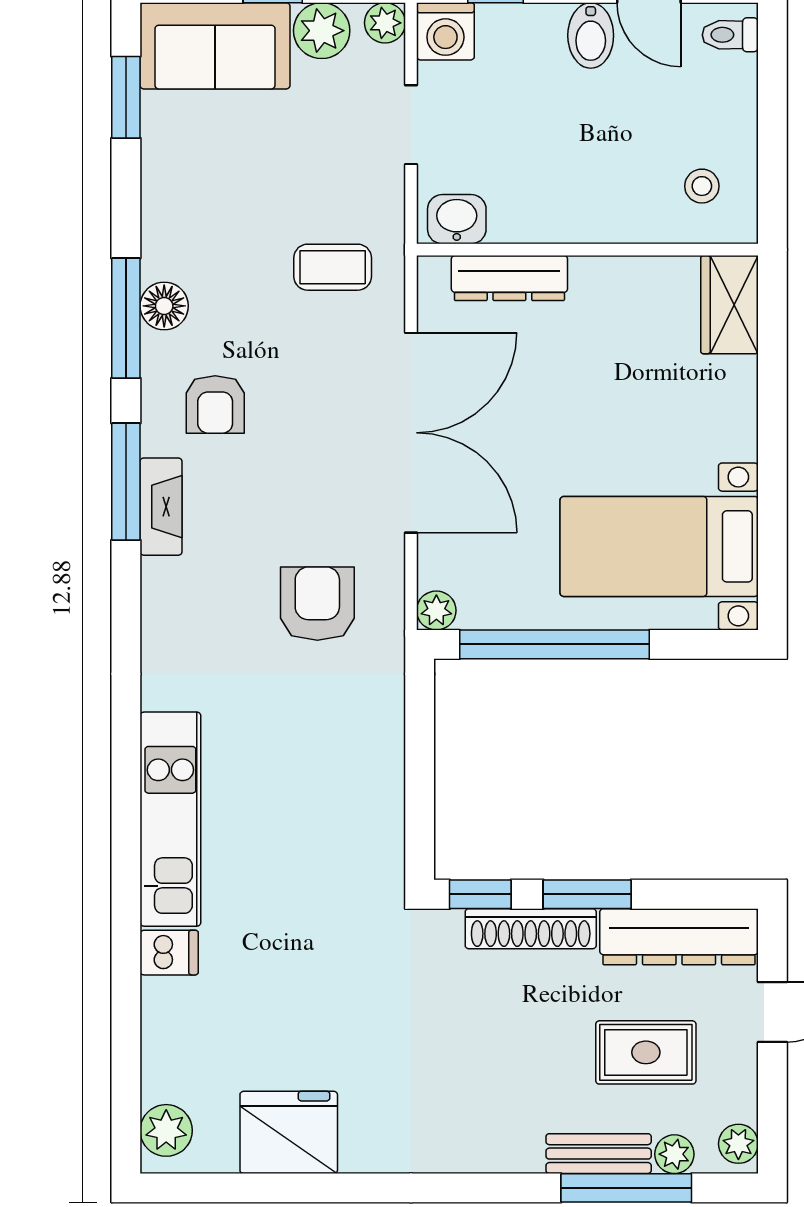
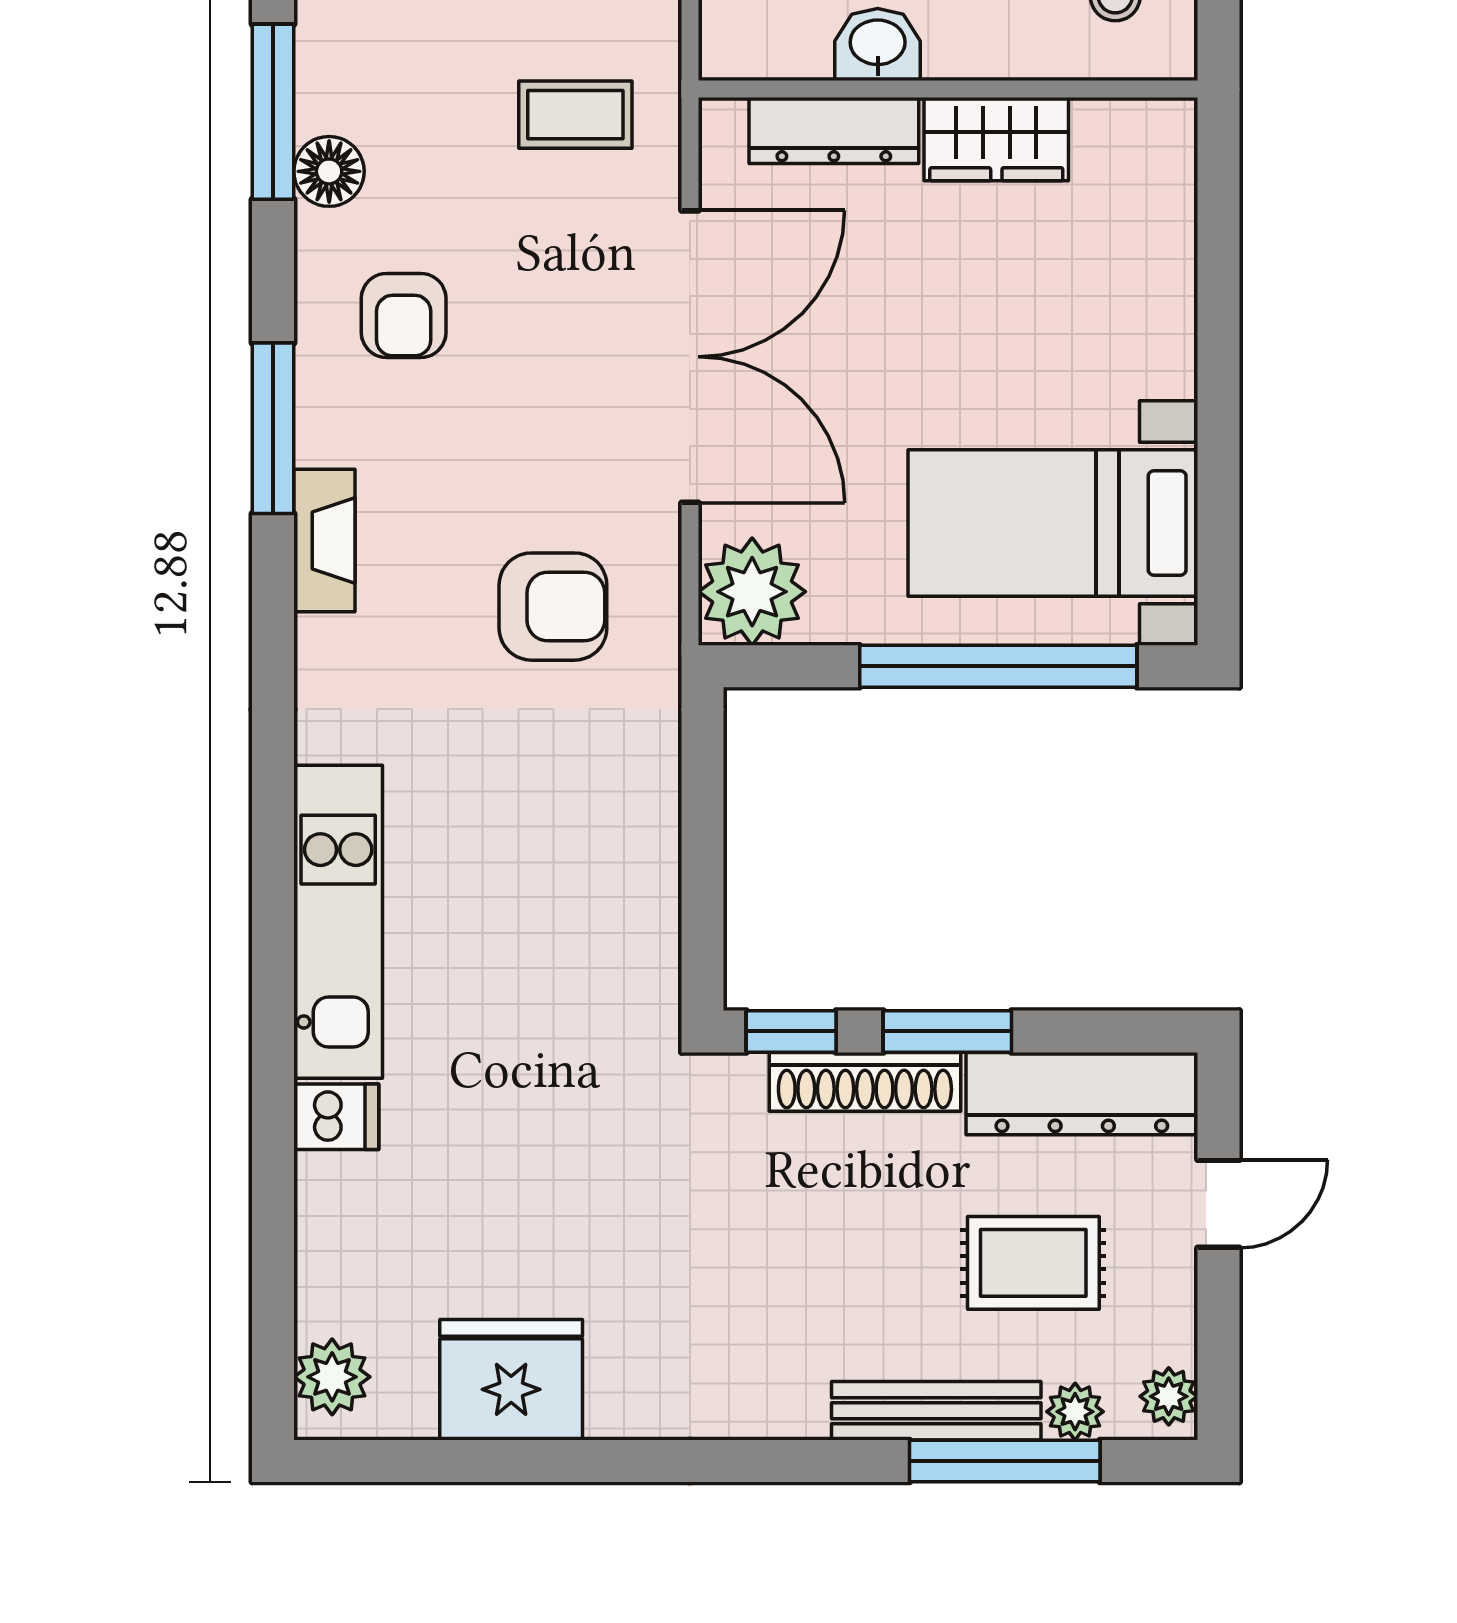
washbasin: (457, 219) -> (878, 44), moved
wardrobe: (730, 305) -> (996, 139), moved, turned -90
window: (126, 318) -> (273, 112), moved
fireplace: (161, 507) -> (324, 541), moved
armchair: (317, 604) -> (553, 607), turned 90
plant: (436, 610) -> (752, 592), width x1.87, depth x1.87
window: (555, 644) -> (998, 666), moved
bench: (599, 1154) -> (936, 1411), width x1.36

